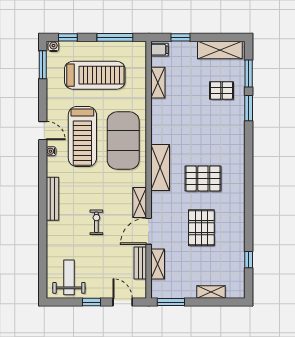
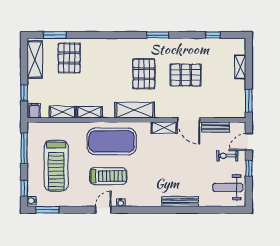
treadmill: (95, 75) -> (56, 166), turned 180
pallet: (221, 90) -> (69, 58), width x1.50, depth x1.42
window: (249, 108) -> (158, 35), moved
treadmill: (82, 137) -> (108, 176), width x0.73, depth x0.73
bench: (52, 199) -> (180, 201), moved
exercise bike: (96, 222) -> (227, 156), moved
shelving: (158, 264) -> (89, 112), moved

